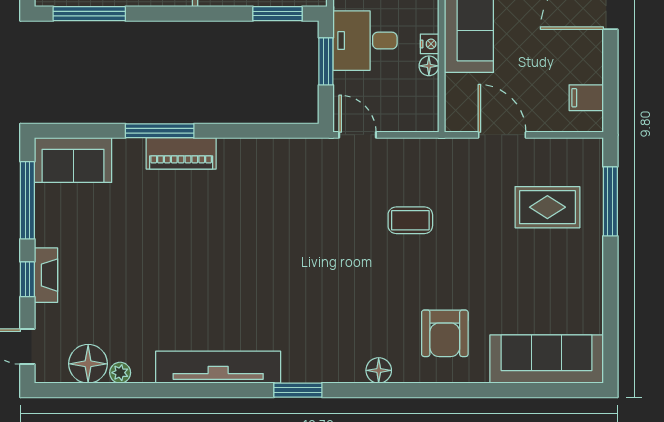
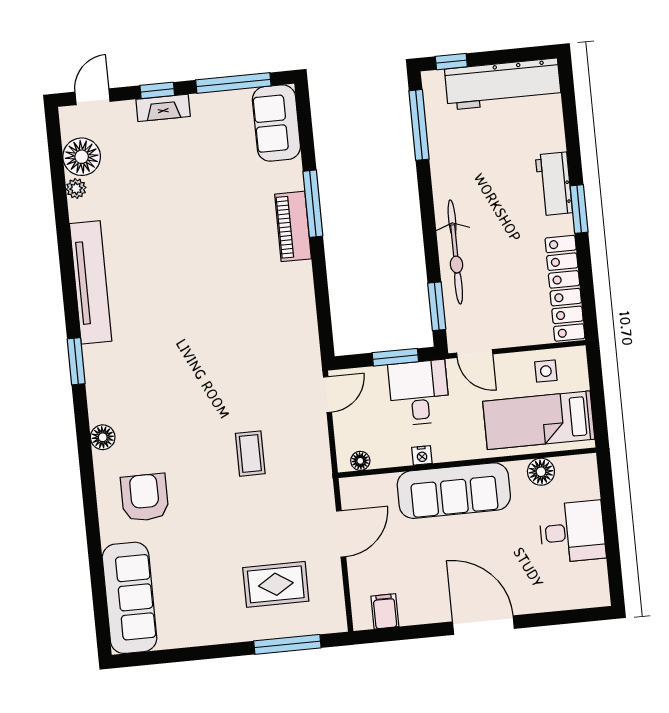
floor lamp: (429, 66) -> (360, 461), moved
rug: (547, 207) -> (276, 584), turned 90
armchair: (445, 333) -> (145, 497), turned 90

